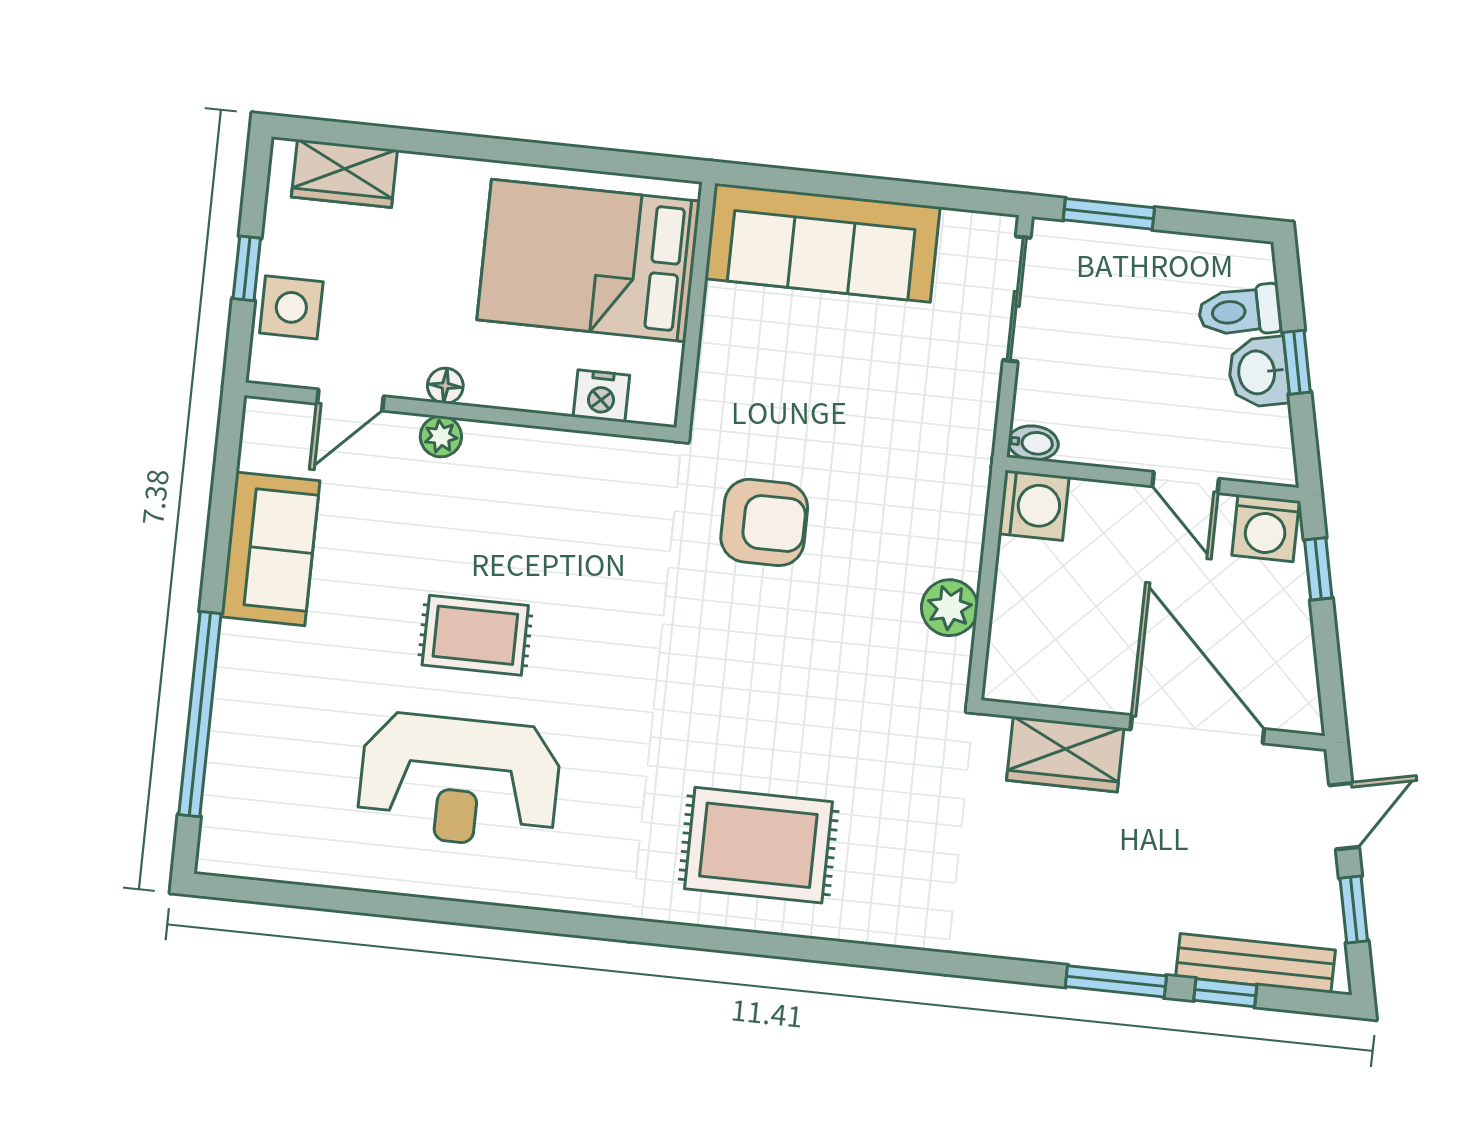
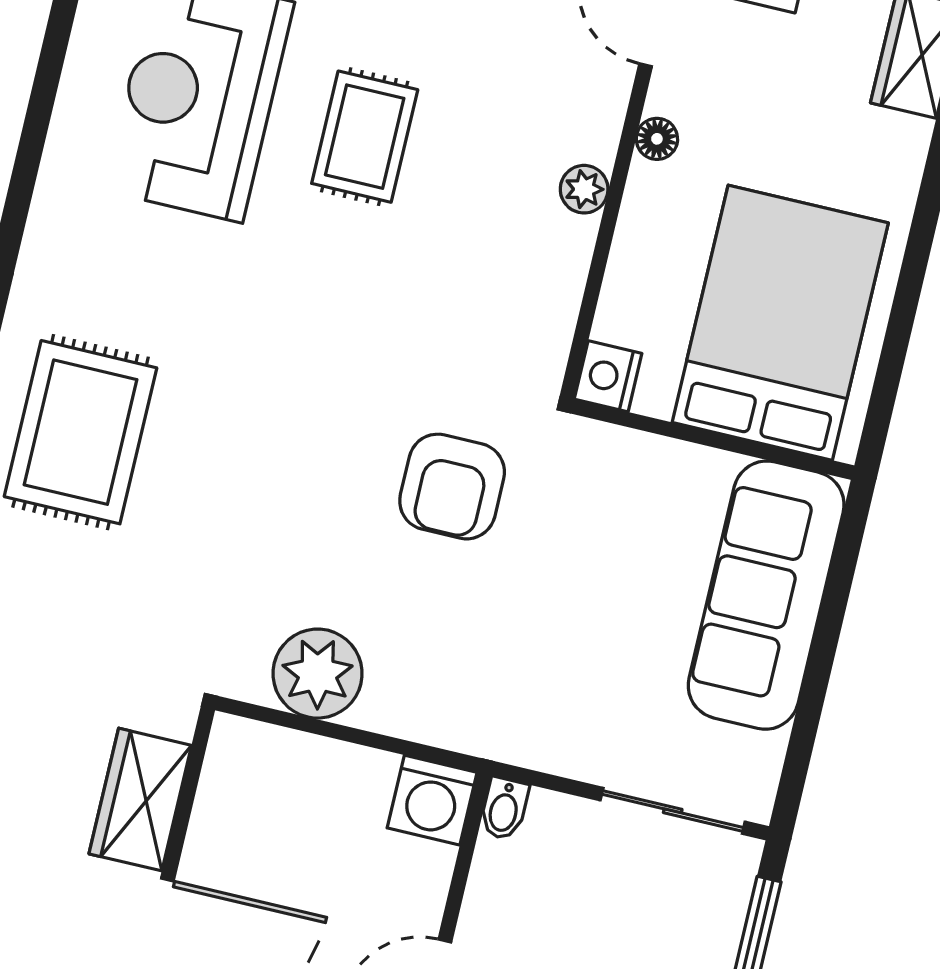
nightstand: (601, 396) -> (608, 376), moved
plant: (441, 437) -> (584, 189), moved
plant: (950, 608) -> (318, 674), width x1.36, depth x1.36

